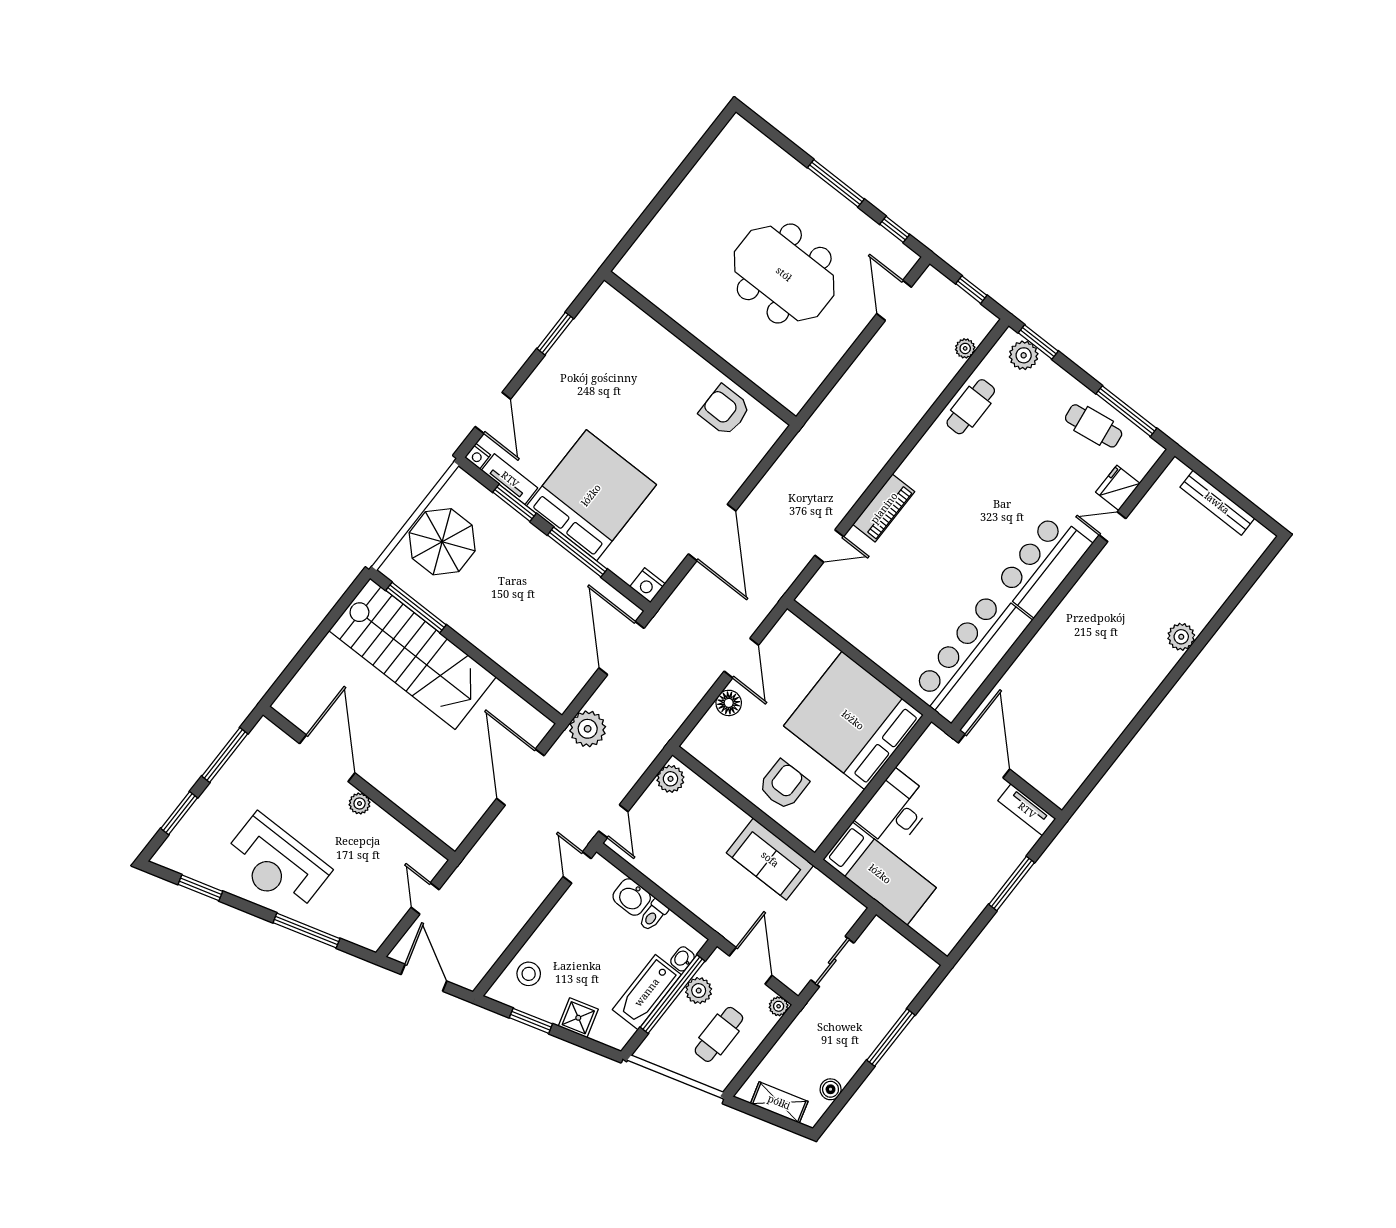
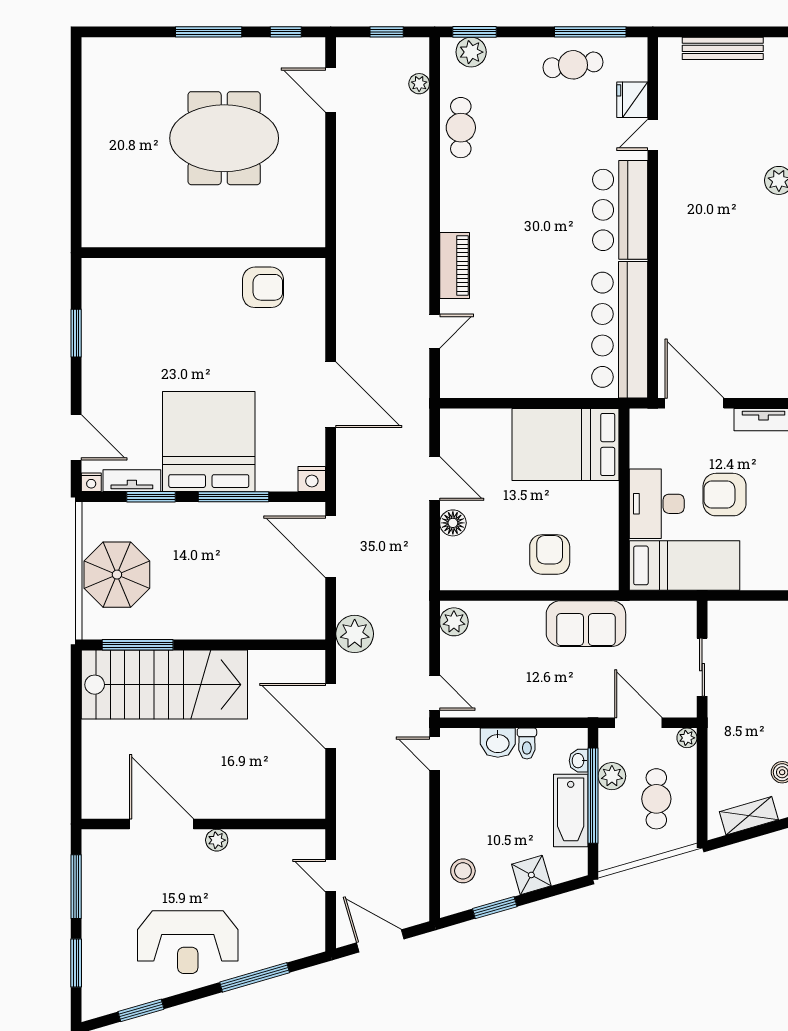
armchair: (725, 410) -> (263, 287), turned 180
bed: (853, 720) -> (566, 445), width x0.73
armchair: (952, 843) -> (725, 495), added

